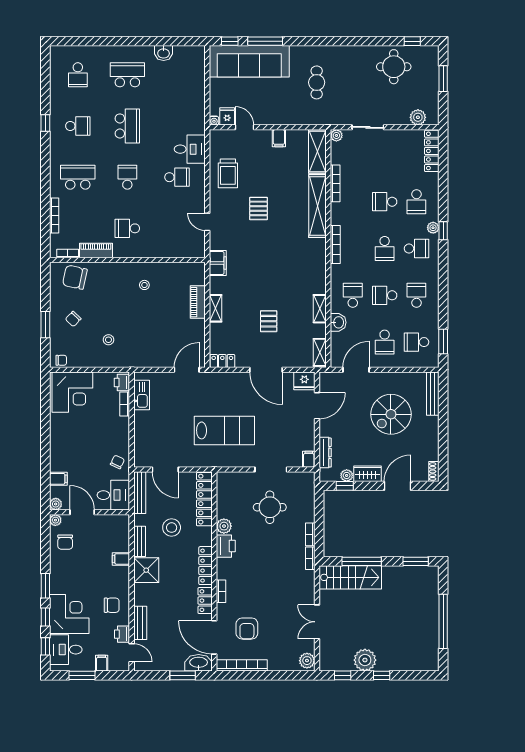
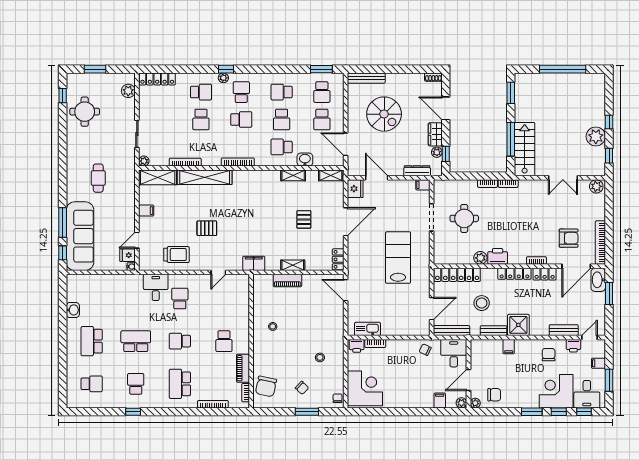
cafe table: (317, 82) -> (98, 178), turned 90
pallet: (269, 321) -> (304, 219), turned 90
school desk: (385, 342) -> (322, 120), turned 90

